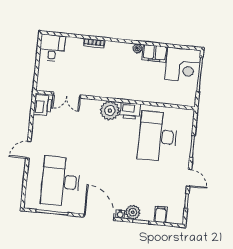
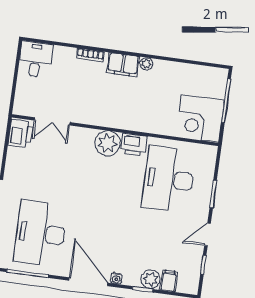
filing cabinet: (155, 53) -> (123, 65), moved
corner desk: (183, 65) -> (200, 119), moved, turned 90
door: (189, 178) -> (207, 235), swing flipped
plant: (133, 212) -> (150, 279), moved

